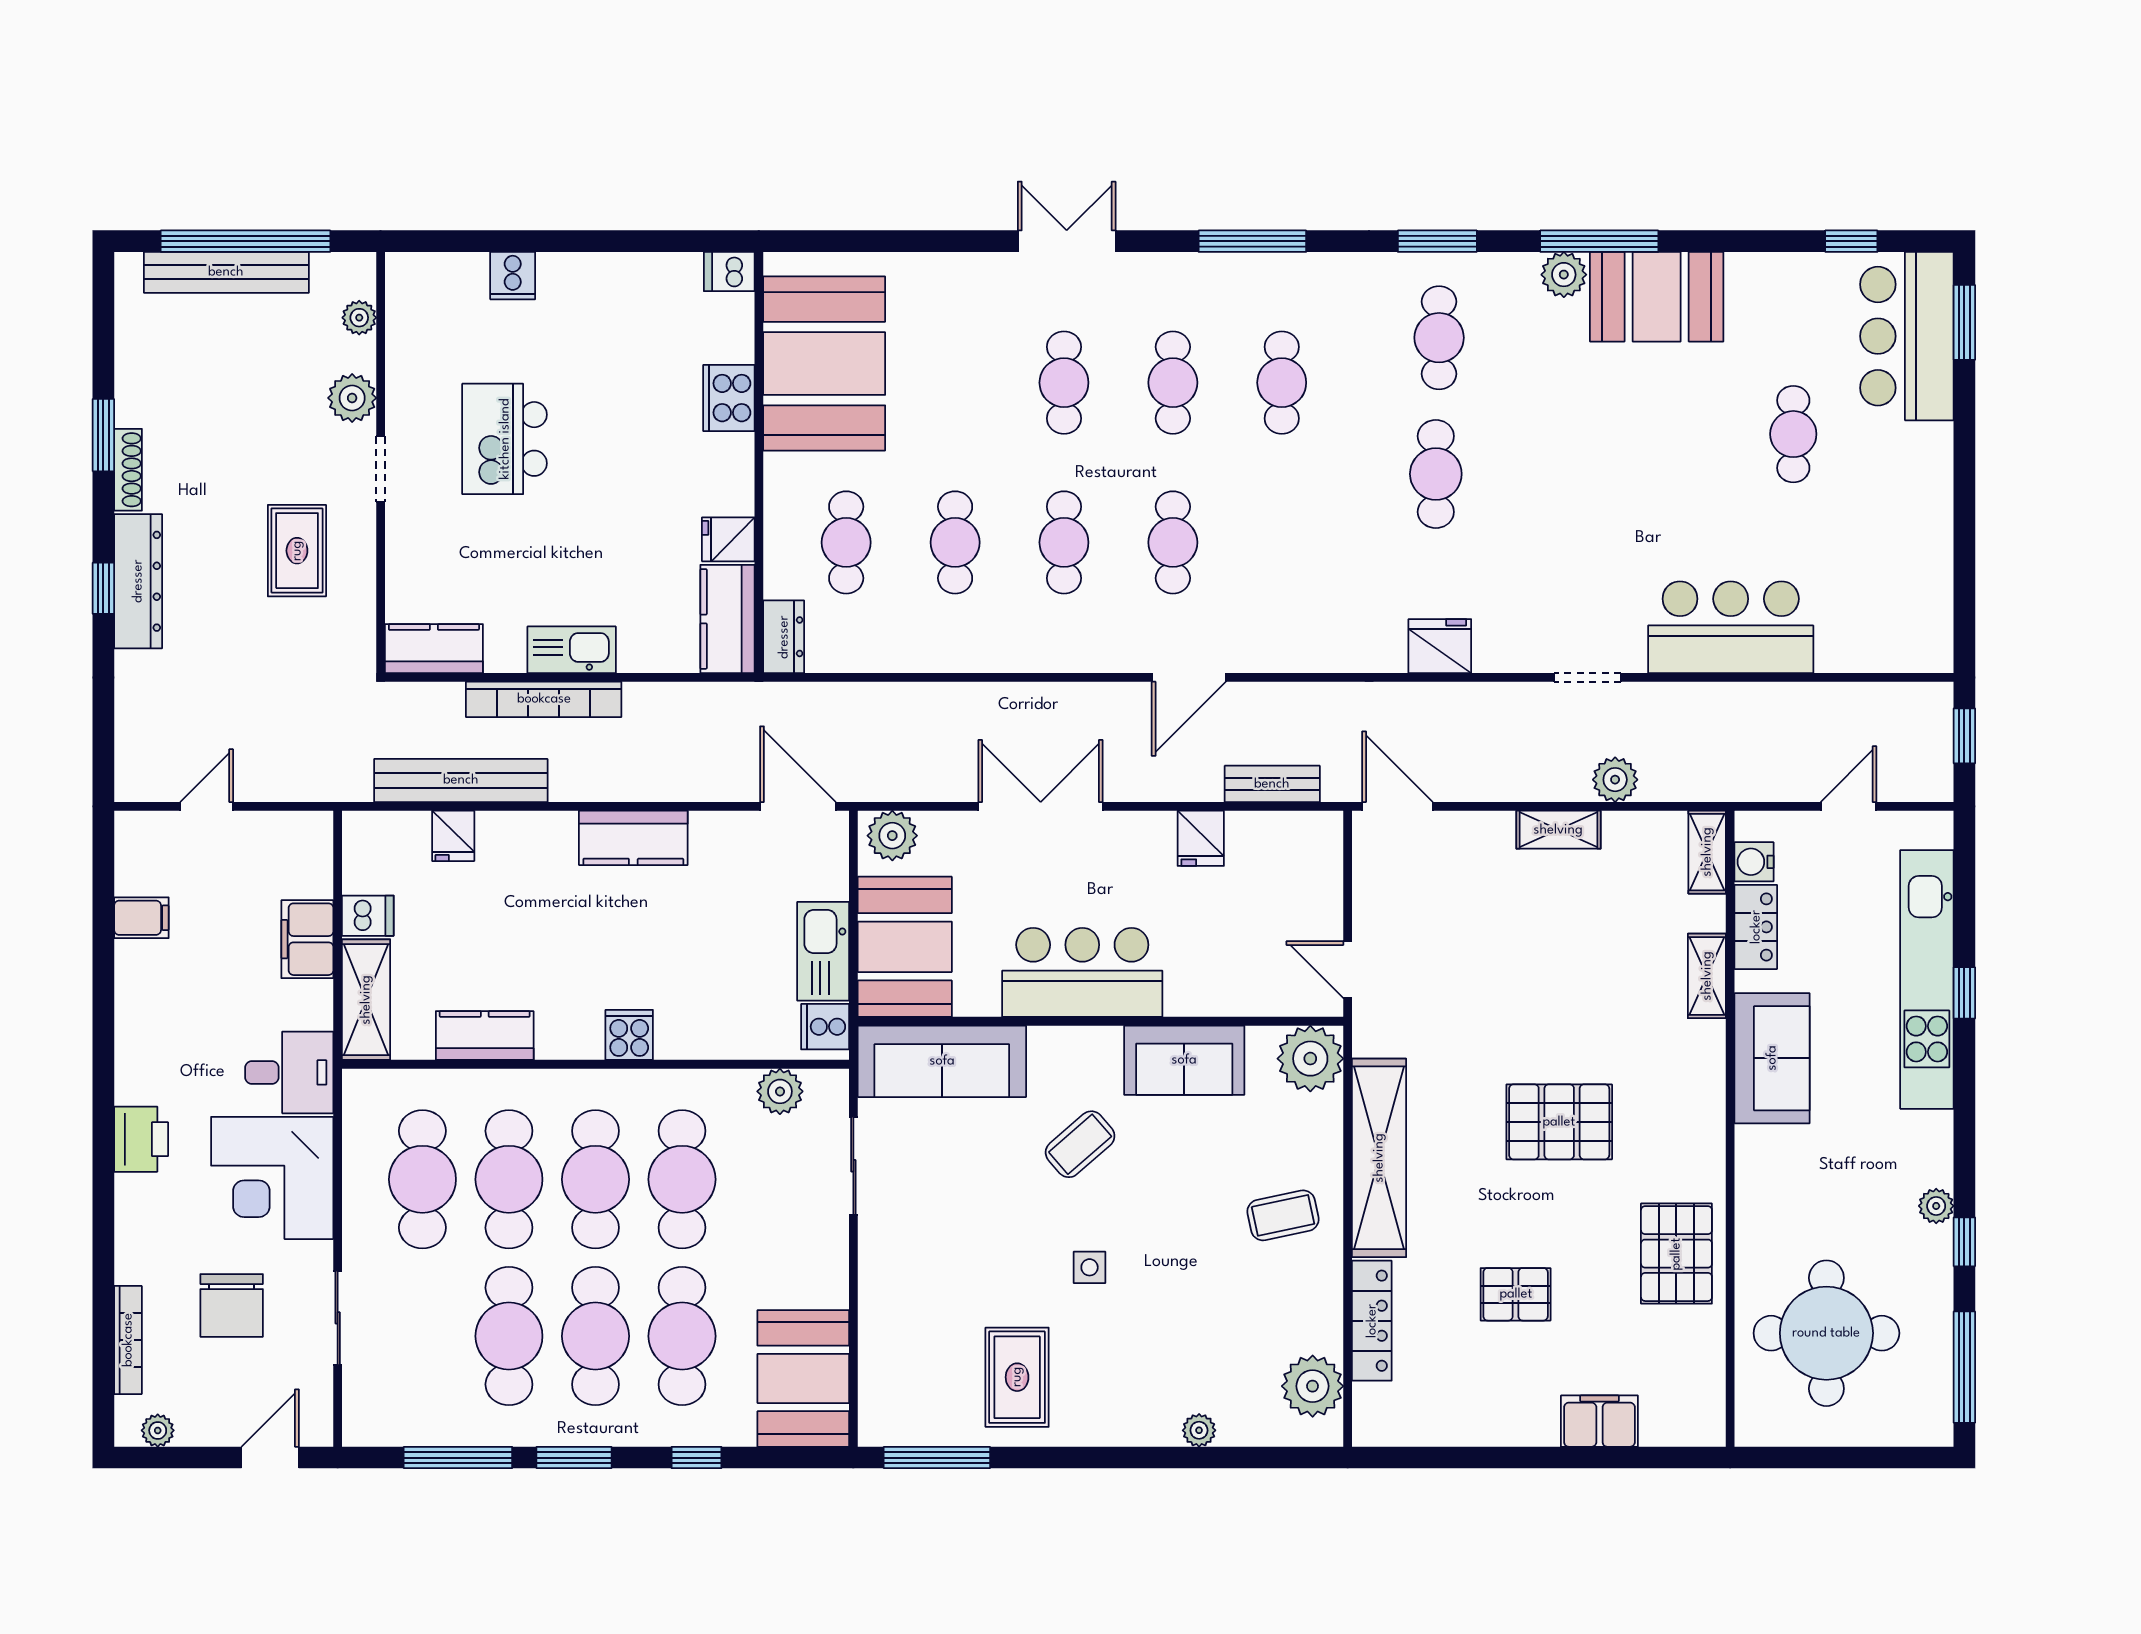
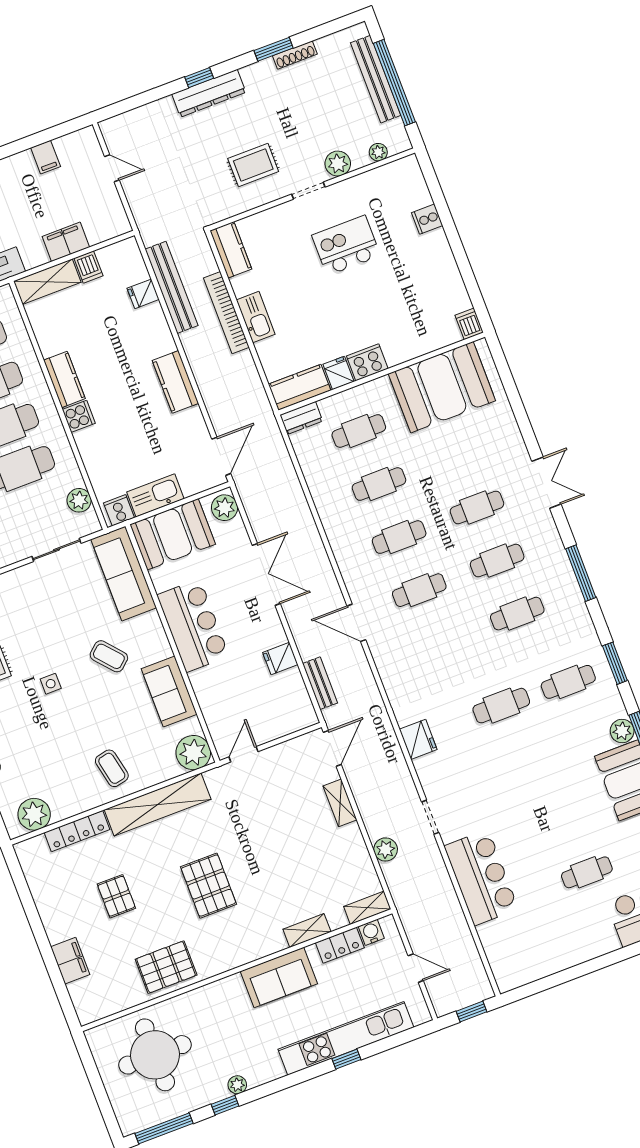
cooker: (729, 398) -> (367, 362), moved
shoe rack: (128, 470) -> (295, 55), moved
shelving: (1558, 830) -> (340, 803), moved
kitchen counter: (485, 1036) -> (64, 379), moved

